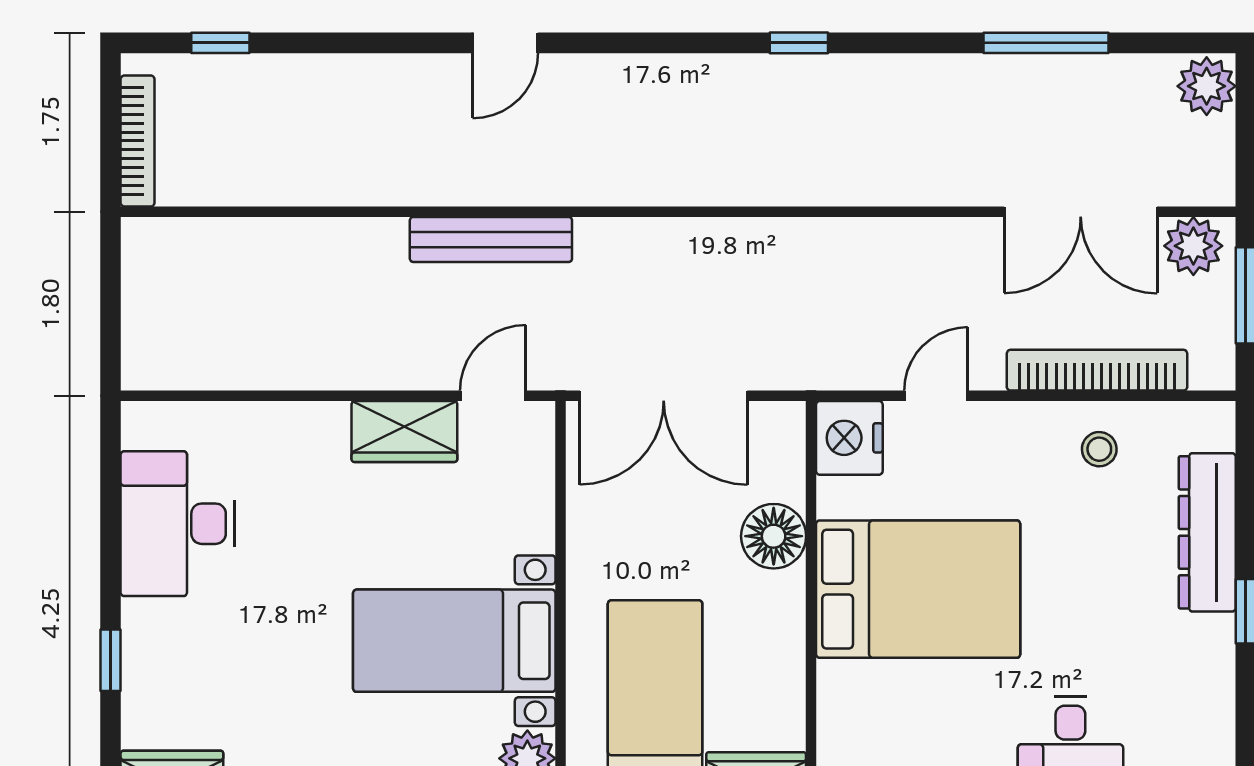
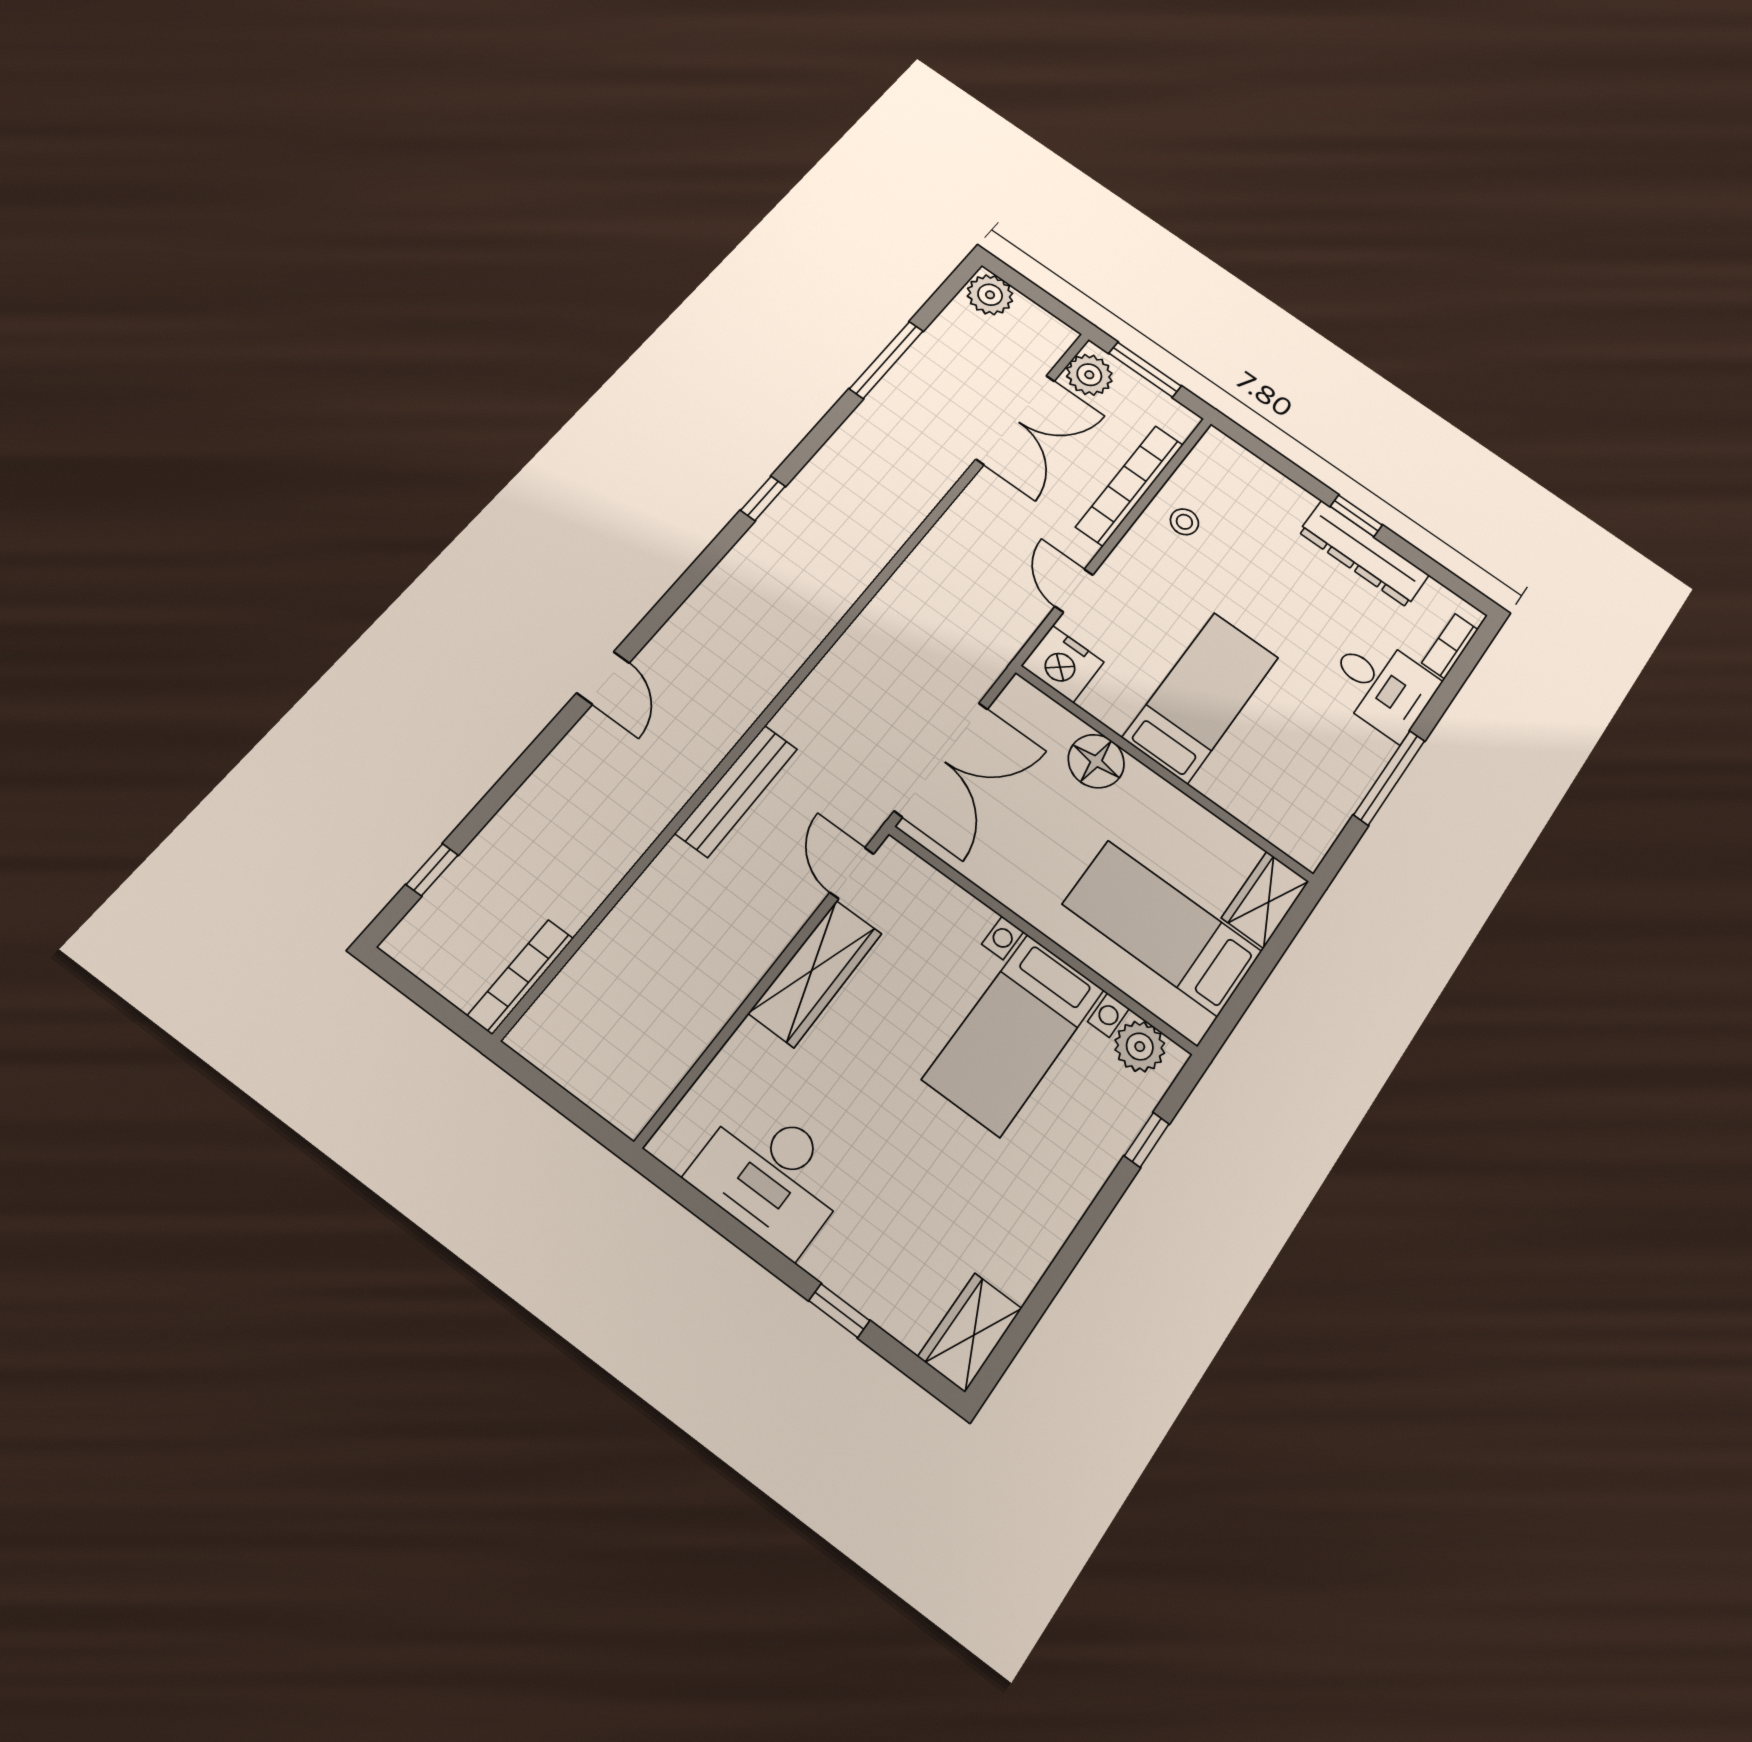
bookcase: (138, 141) -> (521, 977), moved, turned -90
wardrobe: (404, 431) -> (815, 973), width x1.50
dresser: (1207, 532) -> (1364, 554), moved
bed: (918, 589) -> (1201, 697), width x0.67

